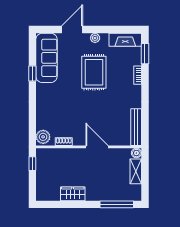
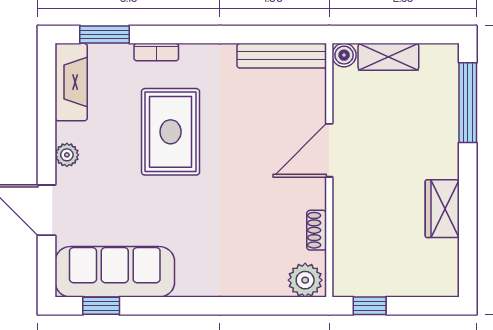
rug: (94, 72) -> (171, 132), moved, turned 90
window: (32, 74) -> (101, 306), moved

